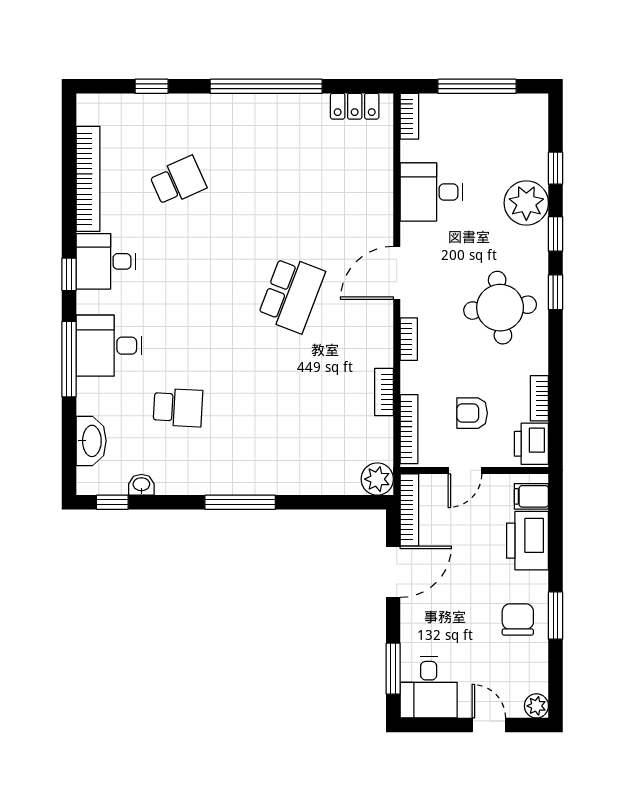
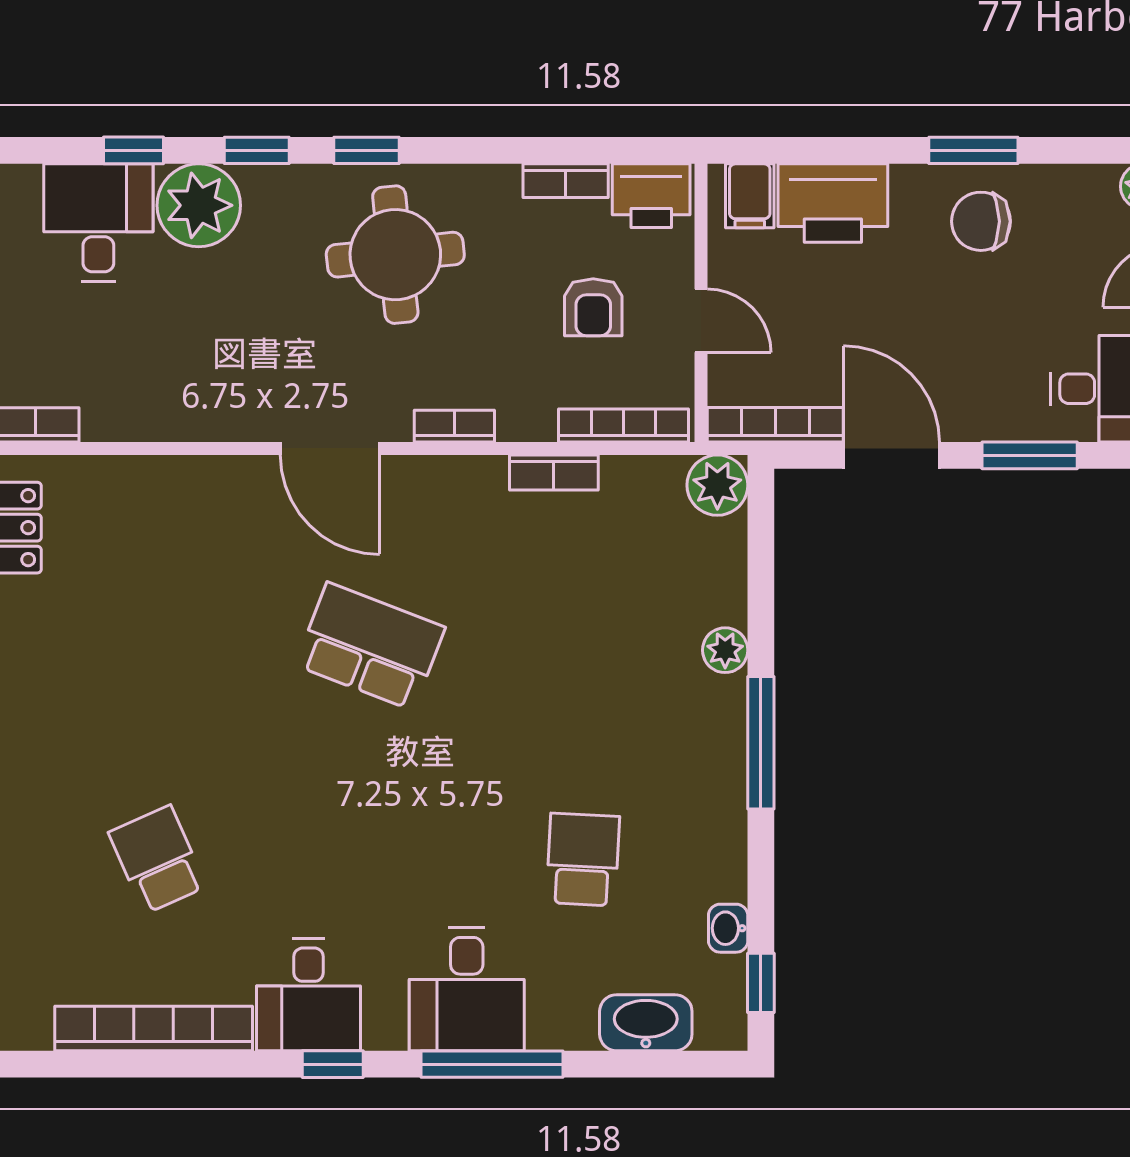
desk: (432, 192) -> (98, 223), moved, turned 180
plant: (289, 483) -> (725, 650), added
window: (393, 669) -> (1030, 455), moved

